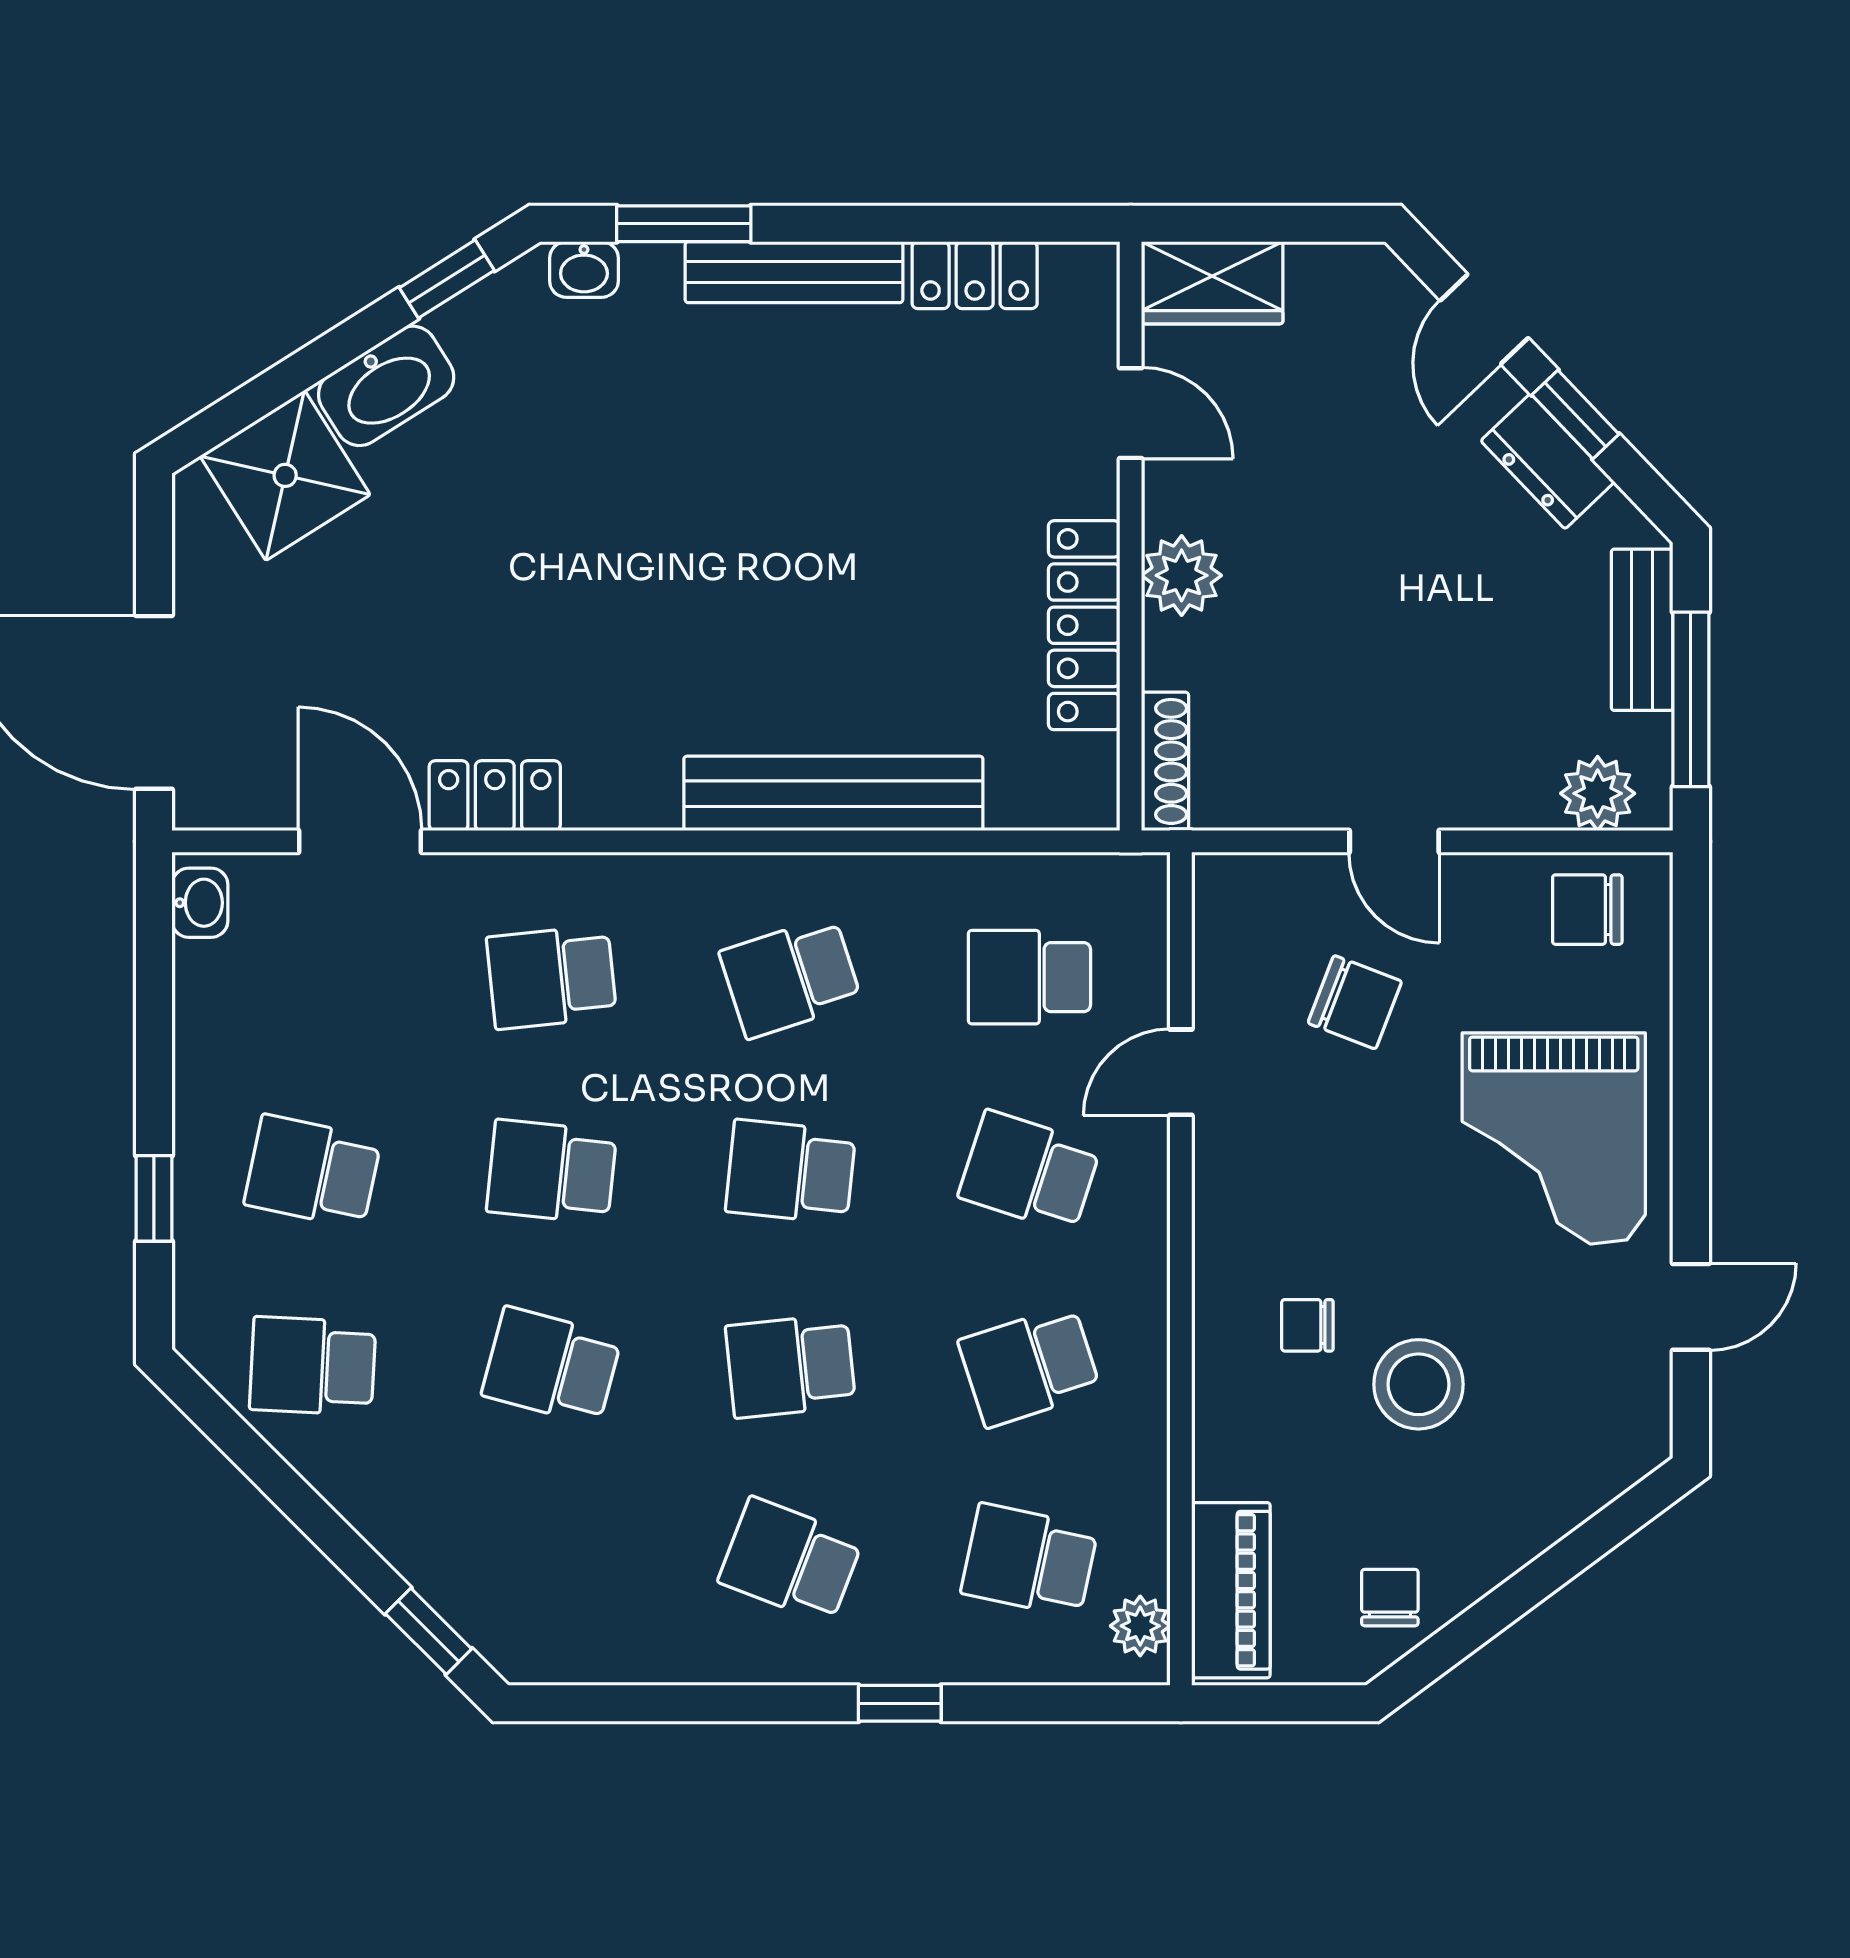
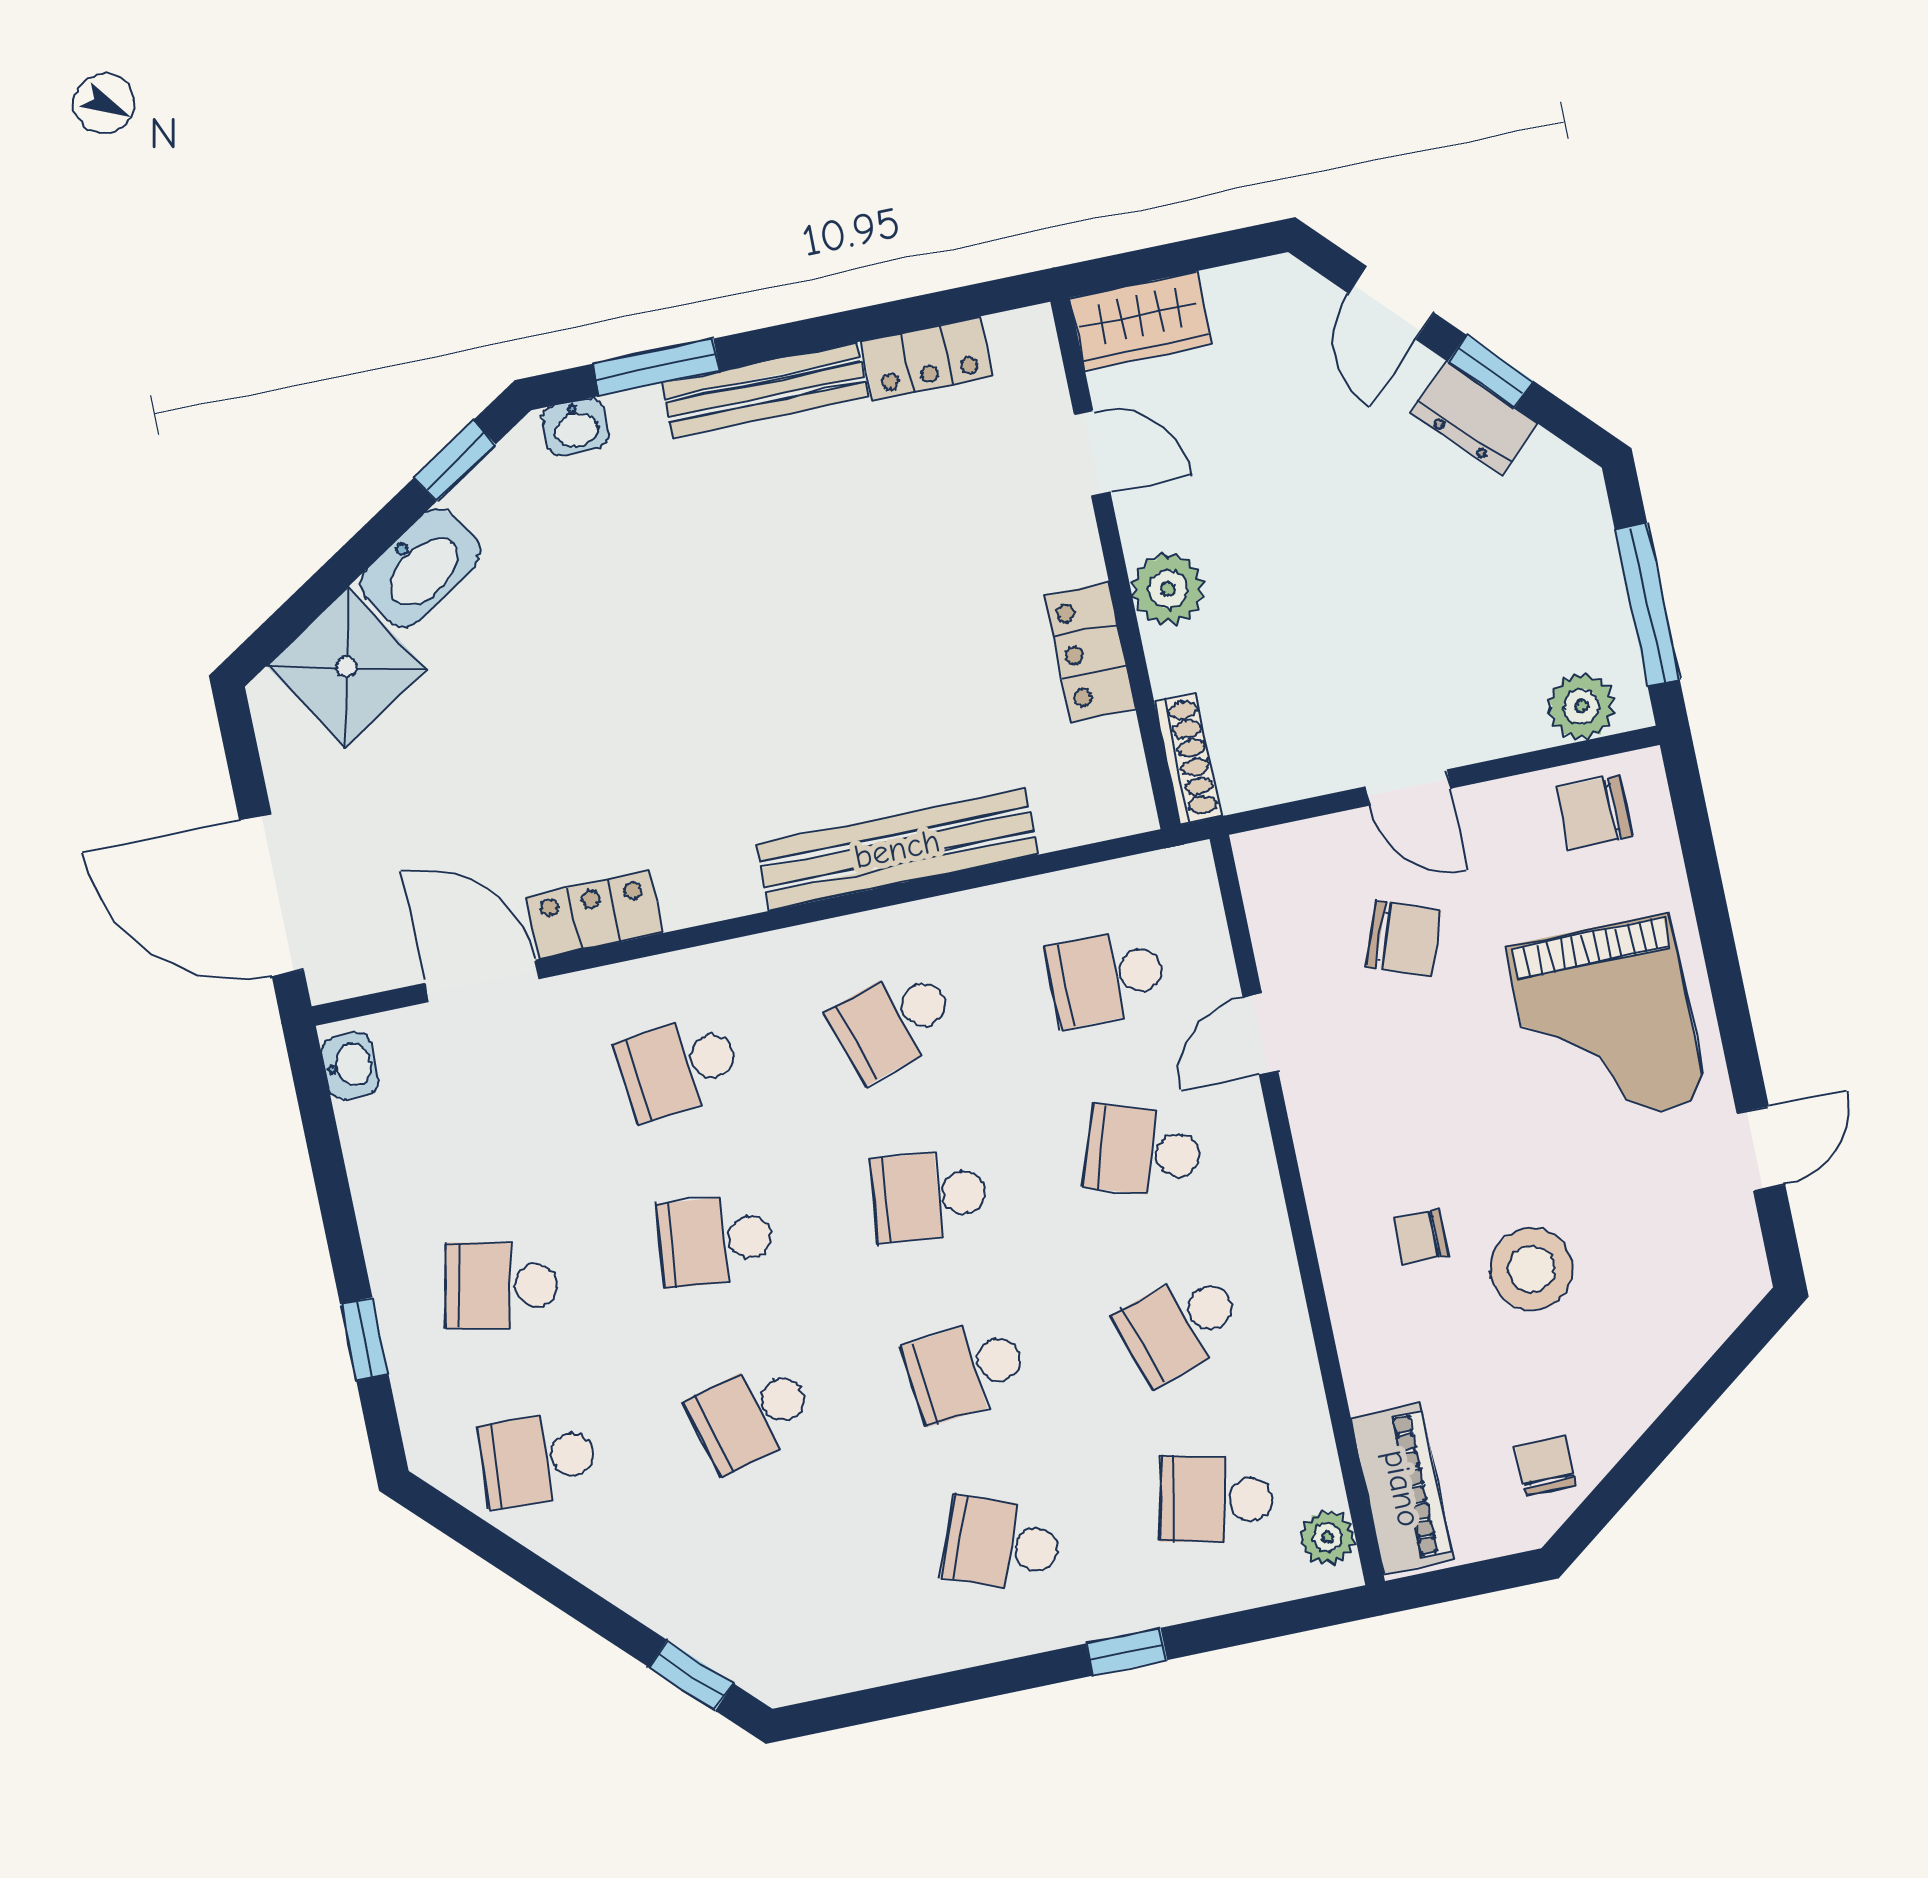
locker: (1084, 625) -> (1090, 652), width x0.66
bench: (1642, 630) -> (1591, 552), removed
school desk: (552, 1366) -> (752, 1415), turned -30

